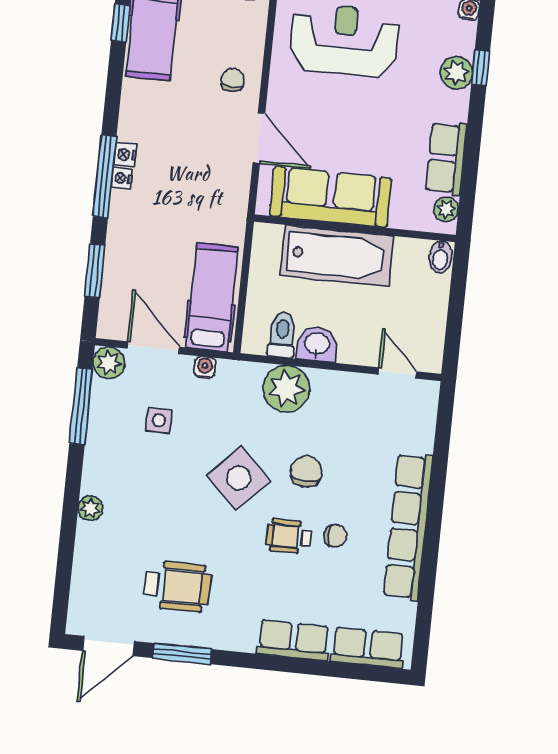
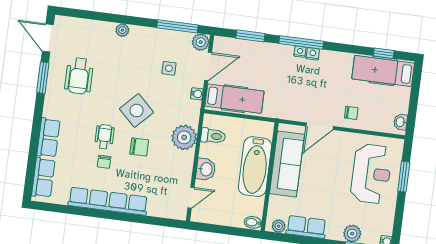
washbasin: (317, 344) -> (206, 169), moved

